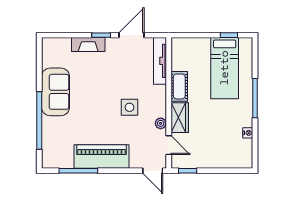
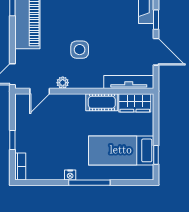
wardrobe: (180, 118) -> (135, 103), moved
nightstand: (248, 133) -> (70, 175), moved
bookcase: (240, 163) -> (20, 167), added
window: (188, 171) -> (12, 140), moved

